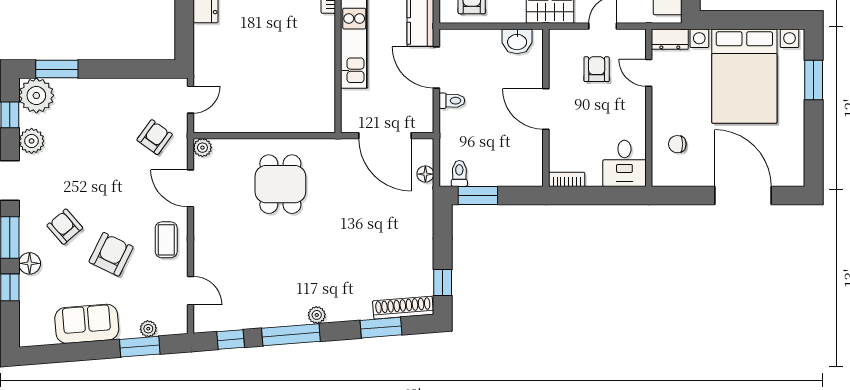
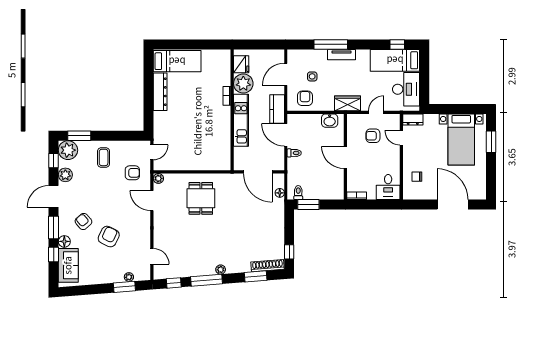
armchair: (597, 69) -> (373, 136), turned -90
bed with nightstands: (744, 76) -> (461, 140), width x0.73
armchair: (155, 137) -> (132, 173), turned 54
coffee table: (166, 240) -> (104, 157), moved
sofa: (87, 324) -> (68, 265), moved, turned 95

